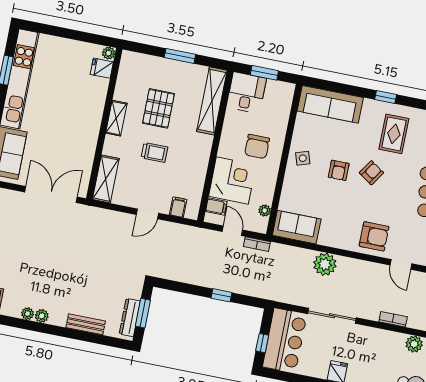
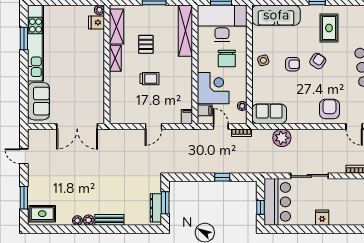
desk: (246, 93) -> (222, 23), width x1.87, depth x1.30
pallet: (158, 108) -> (146, 44), width x0.67, depth x0.71
armchair: (339, 170) -> (293, 64), turned -90
shelving: (106, 179) -> (116, 27), moved
double door: (51, 194) -> (77, 126), swing flipped
filing cabinet: (178, 207) -> (187, 117), moved
armchair: (374, 236) -> (329, 109), turned -90
plant: (325, 264) -> (282, 138), moved
bench: (86, 324) -> (109, 220), moved

